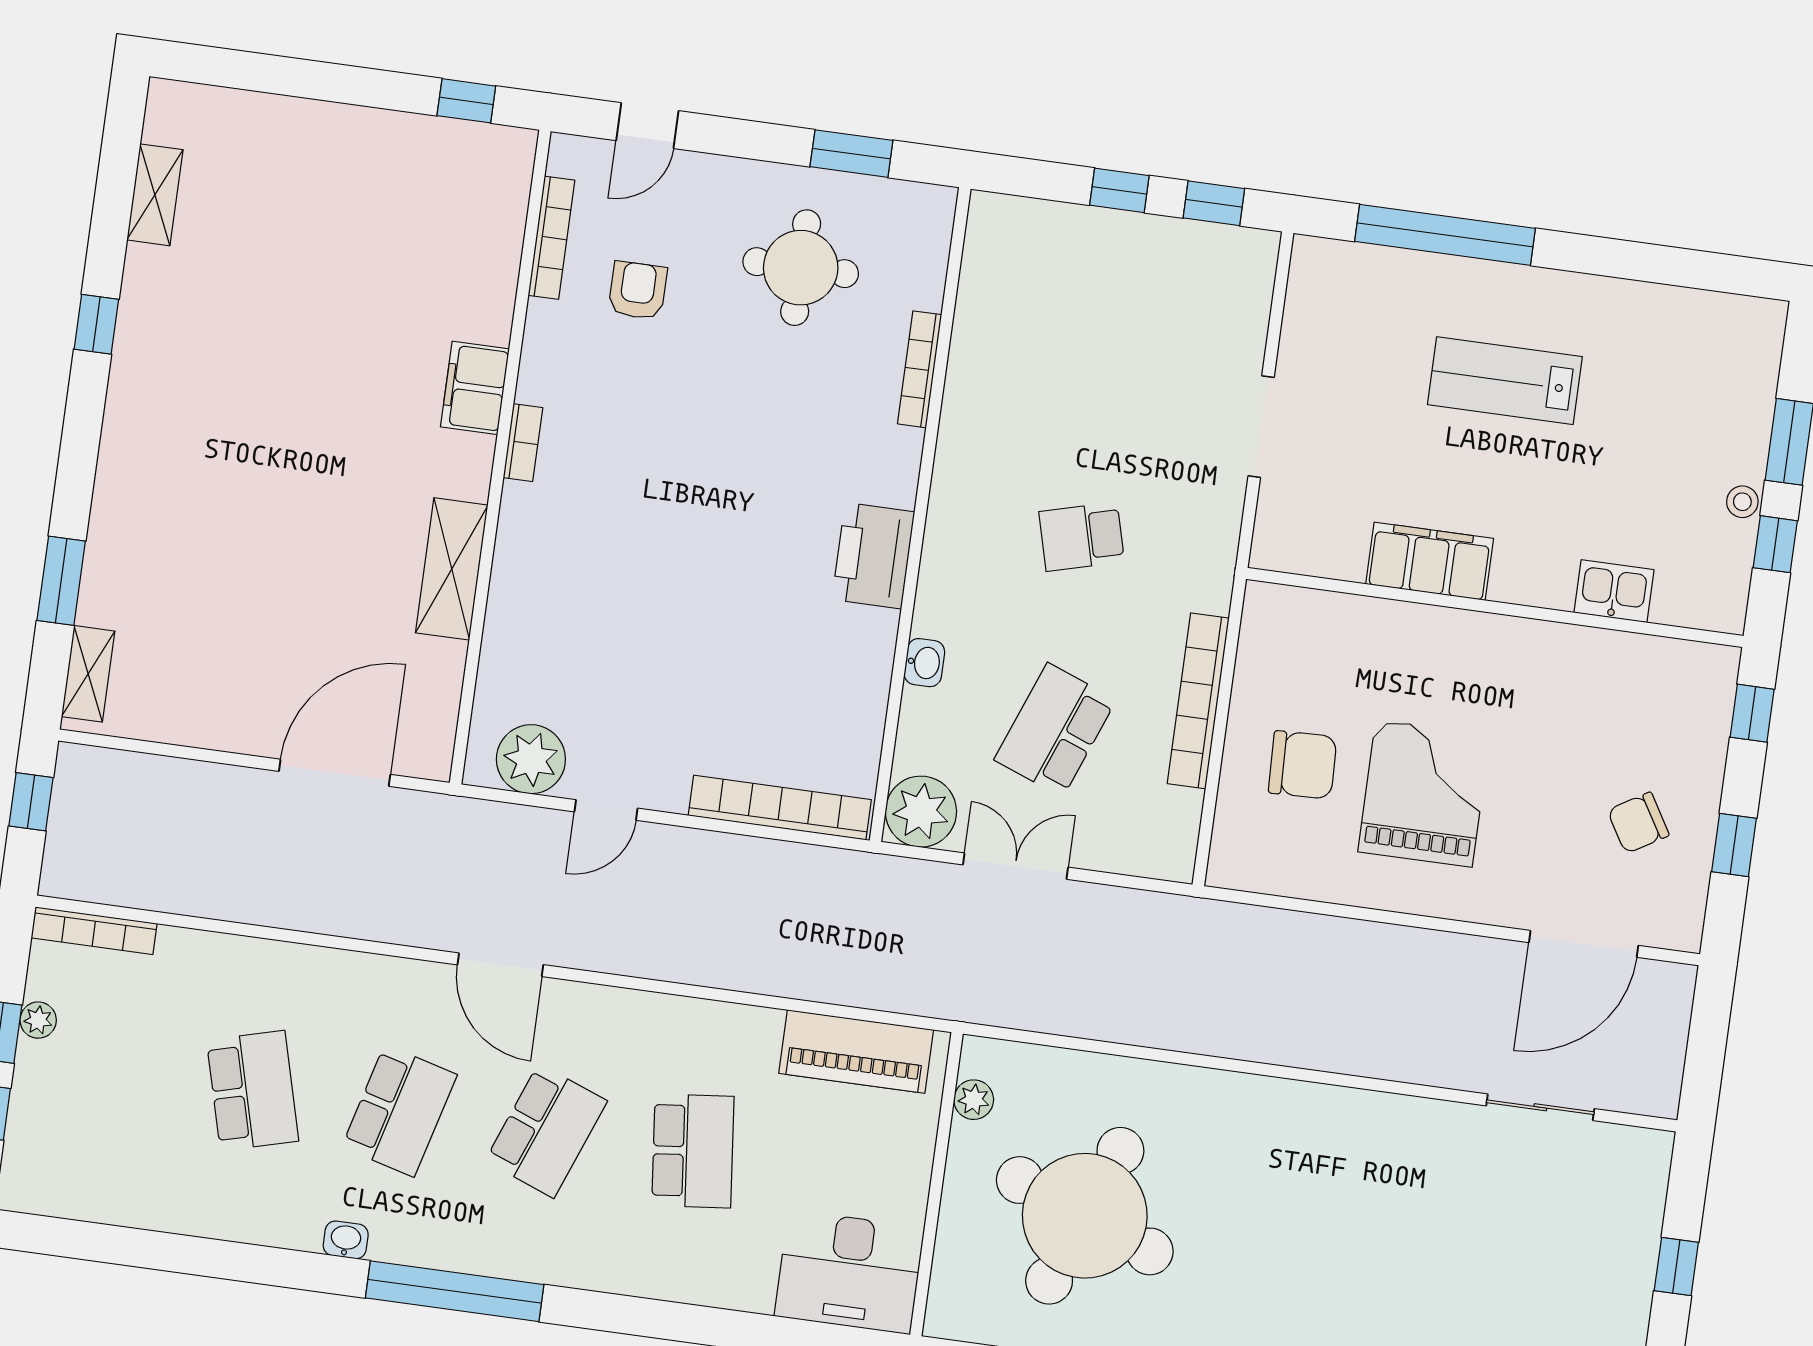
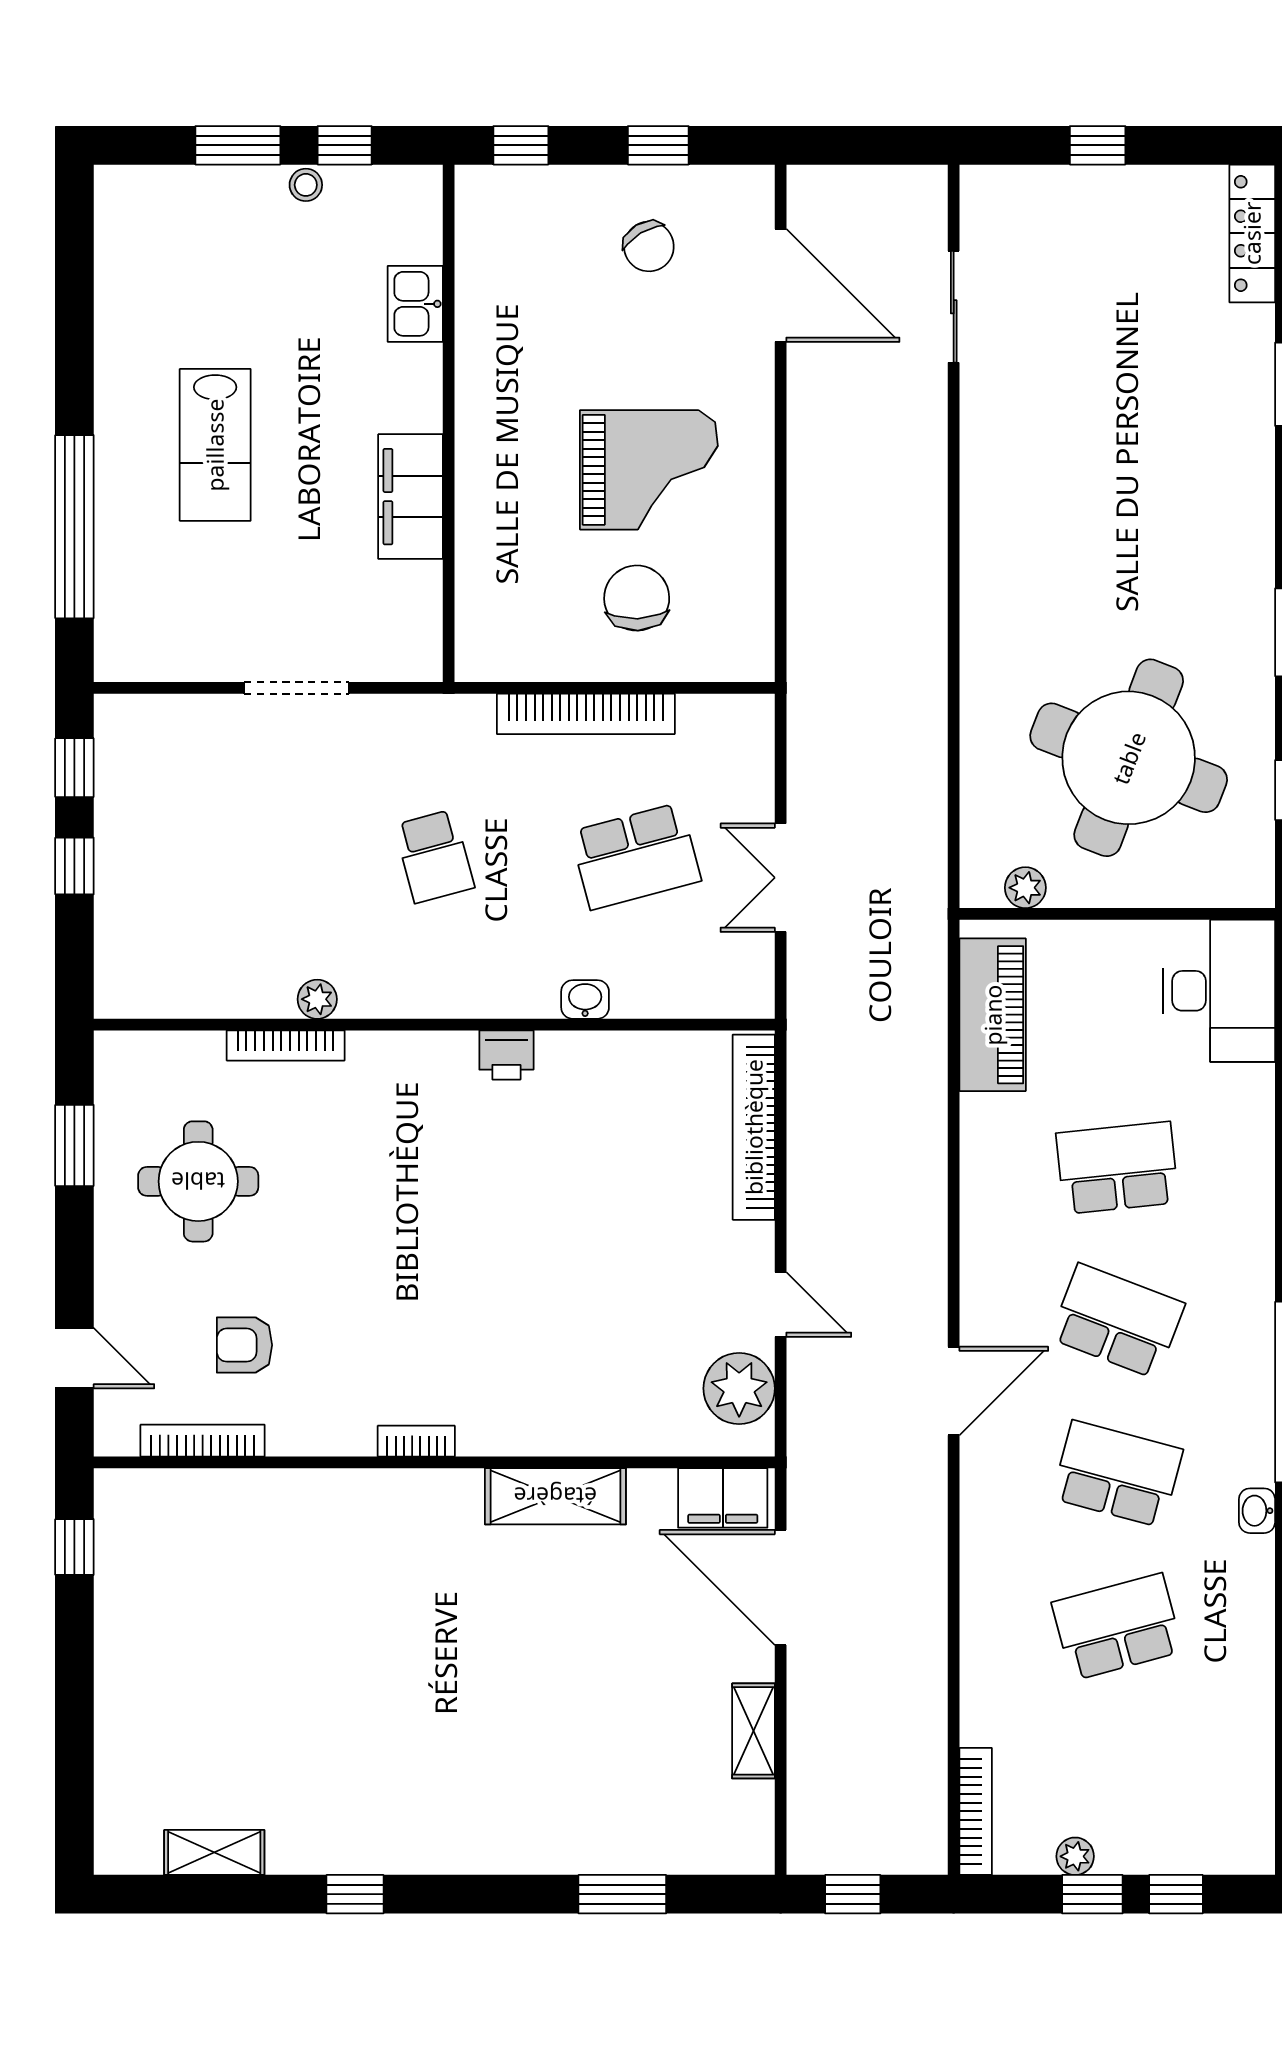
filing cabinet: (475, 388) -> (723, 1498), moved
printer: (873, 556) -> (506, 1055), width x0.53, depth x0.68
shelving: (88, 674) -> (753, 1731), moved, turned 90
school desk: (1055, 730) -> (636, 856), turned -36
grand piano: (1424, 793) -> (649, 470), turned 180
plant: (921, 812) -> (317, 999), moved, width x0.53, depth x0.53

